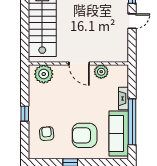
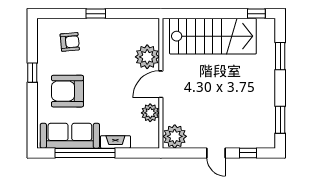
plant: (119, 53) -> (175, 136), added
plant: (44, 74) -> (147, 57), moved
armchair: (85, 135) -> (67, 91), turned -90

